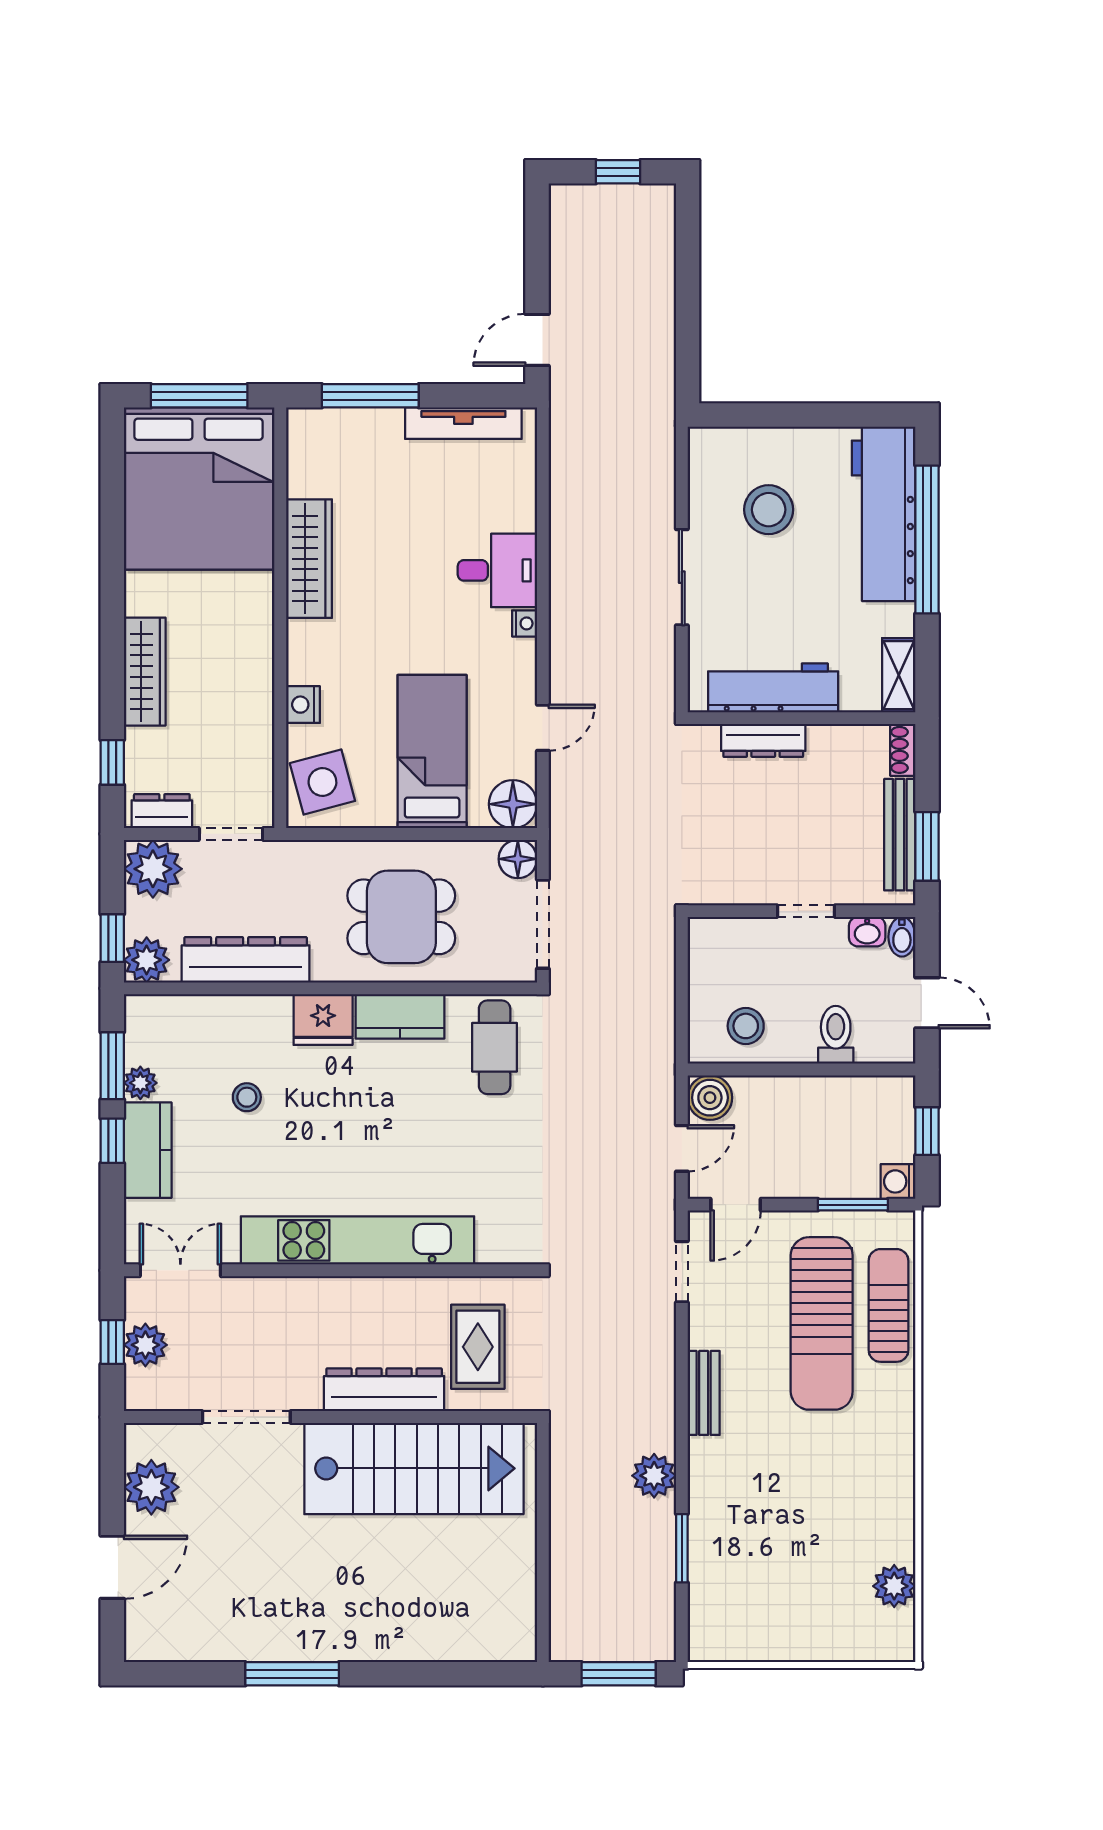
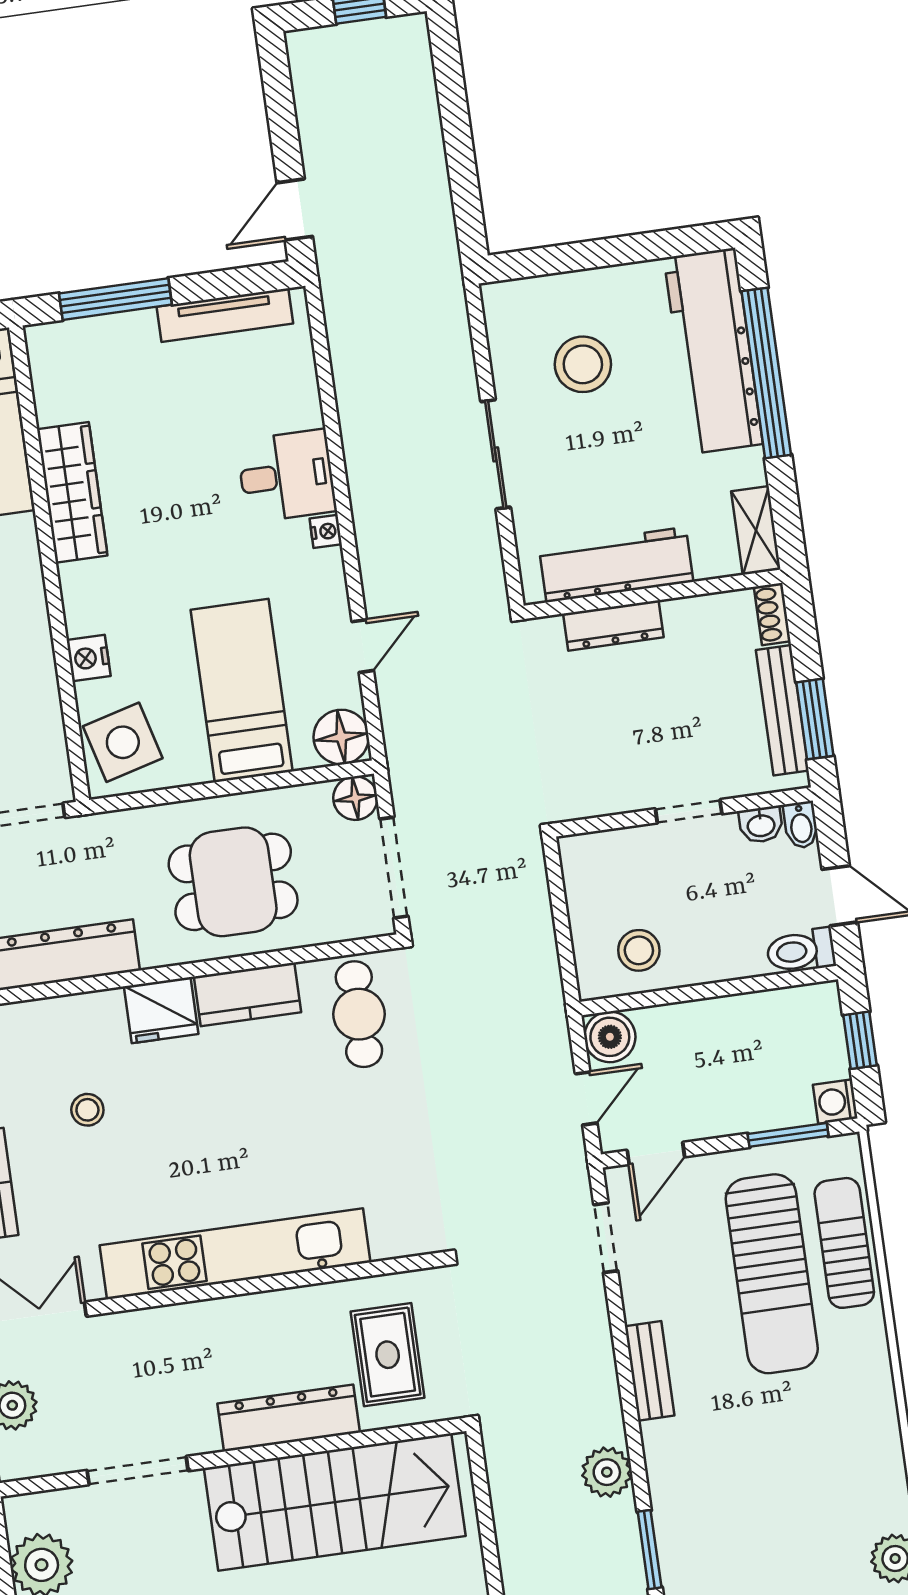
toilet: (836, 1035) -> (801, 951), moved, turned -90

